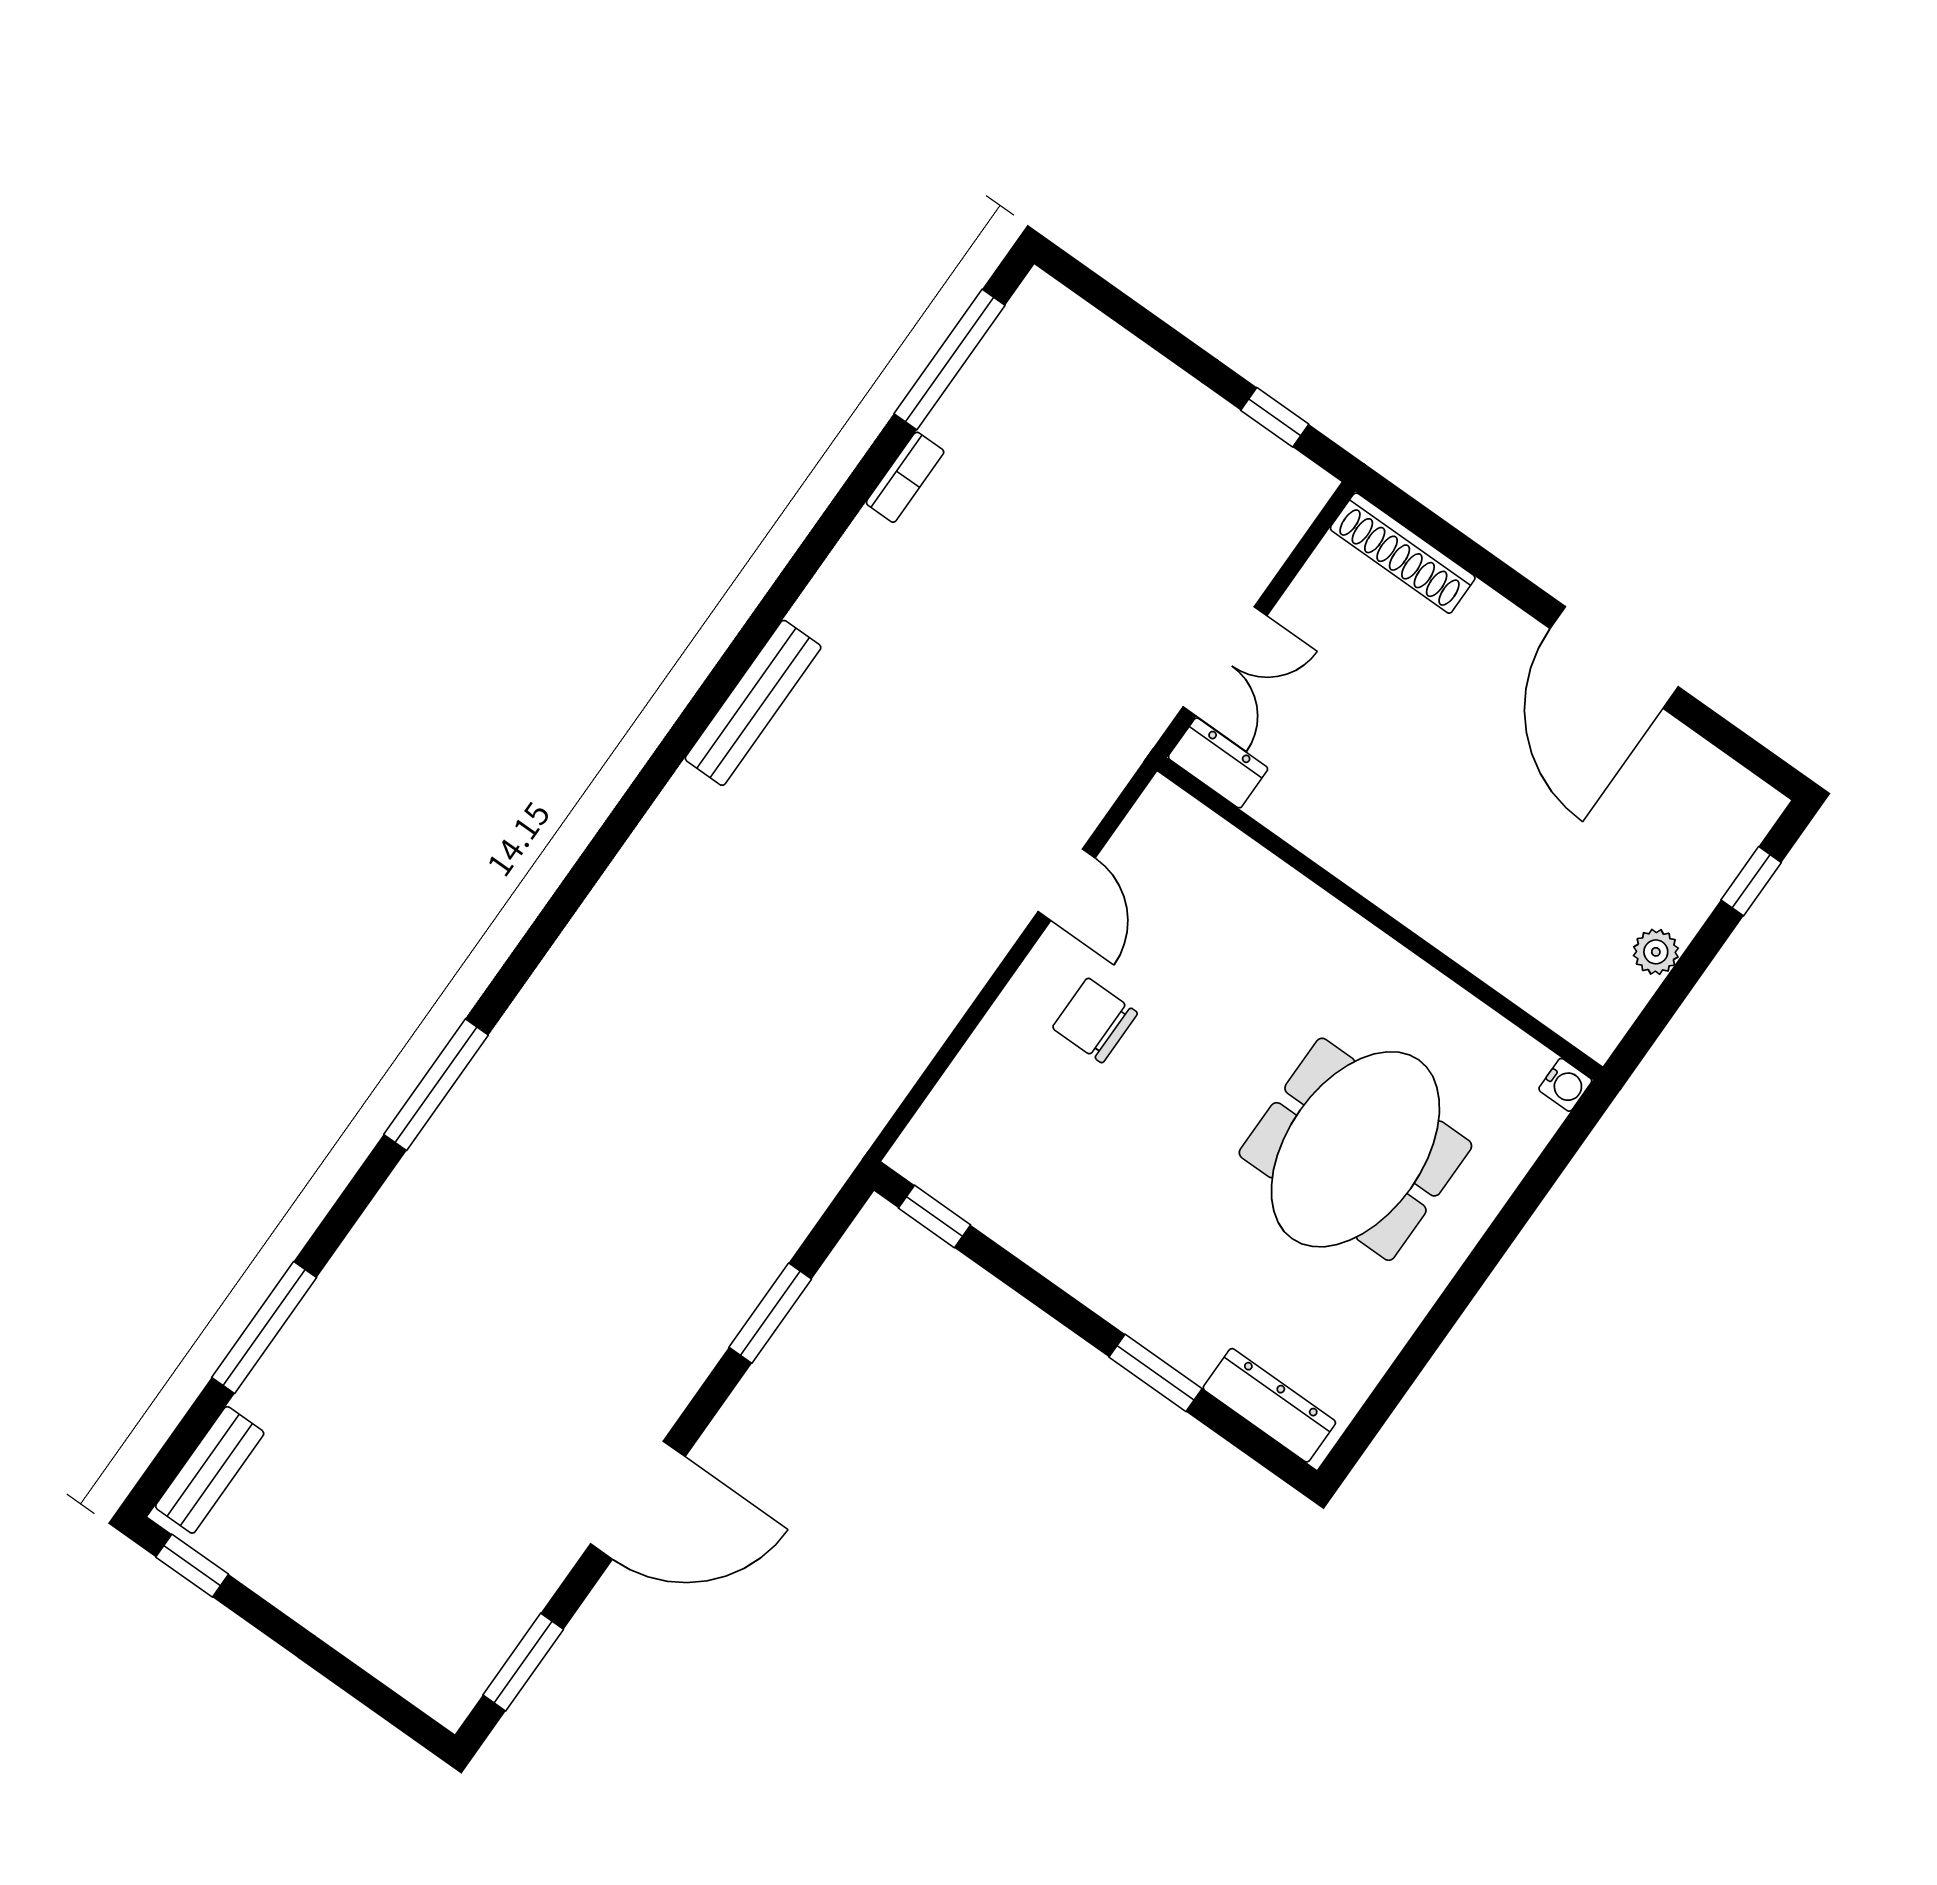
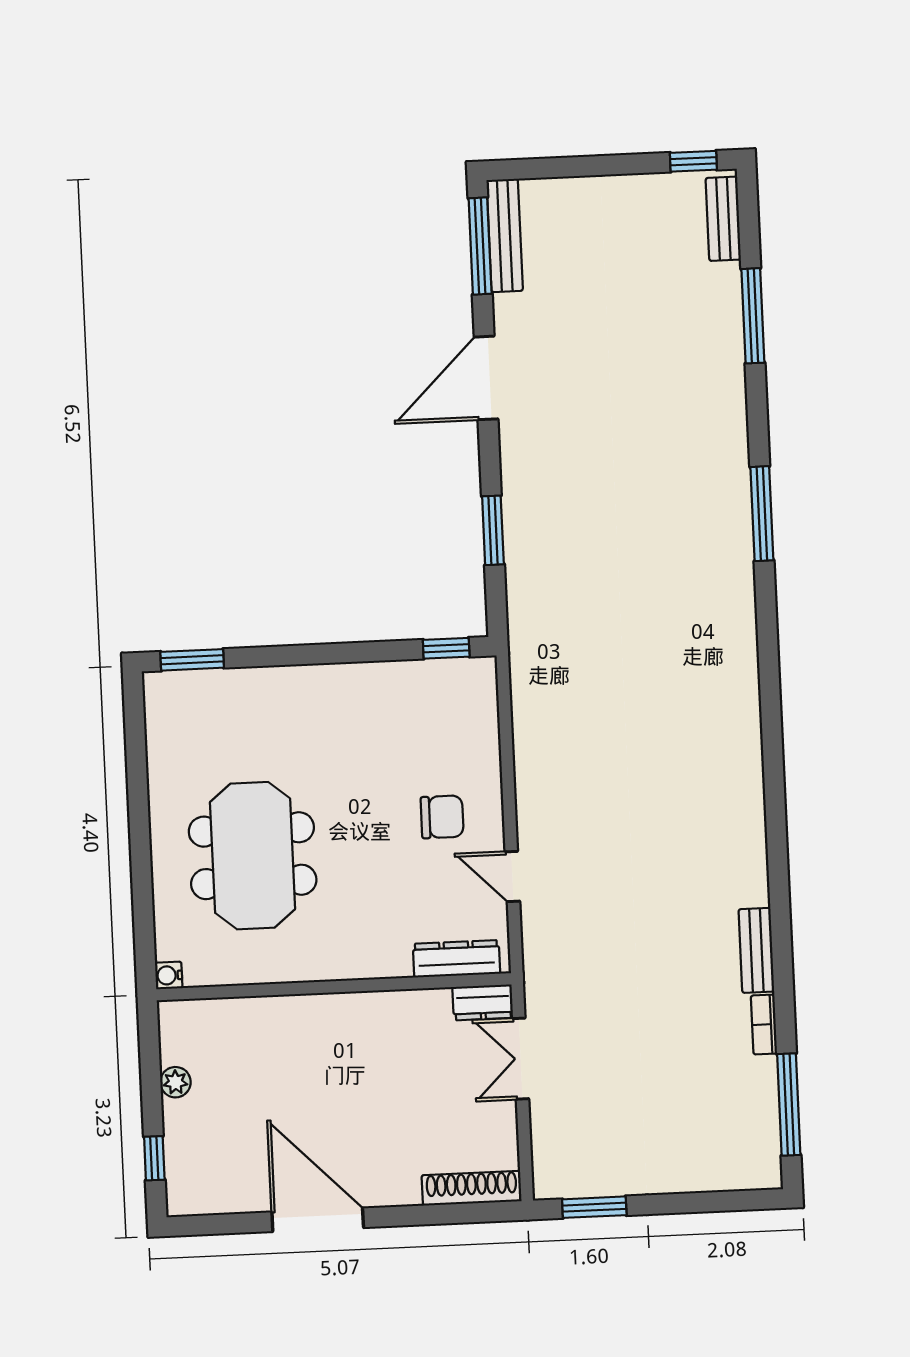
window: (1275, 417) -> (594, 1207), width x1.50
bench: (753, 703) -> (756, 950), moved, width x0.73
window: (1156, 1373) -> (192, 660), moved
dresser: (1269, 1405) -> (456, 959), moved, turned 180
bench: (484, 1652) -> (505, 235), added
window: (523, 1662) -> (480, 246), width x1.44

